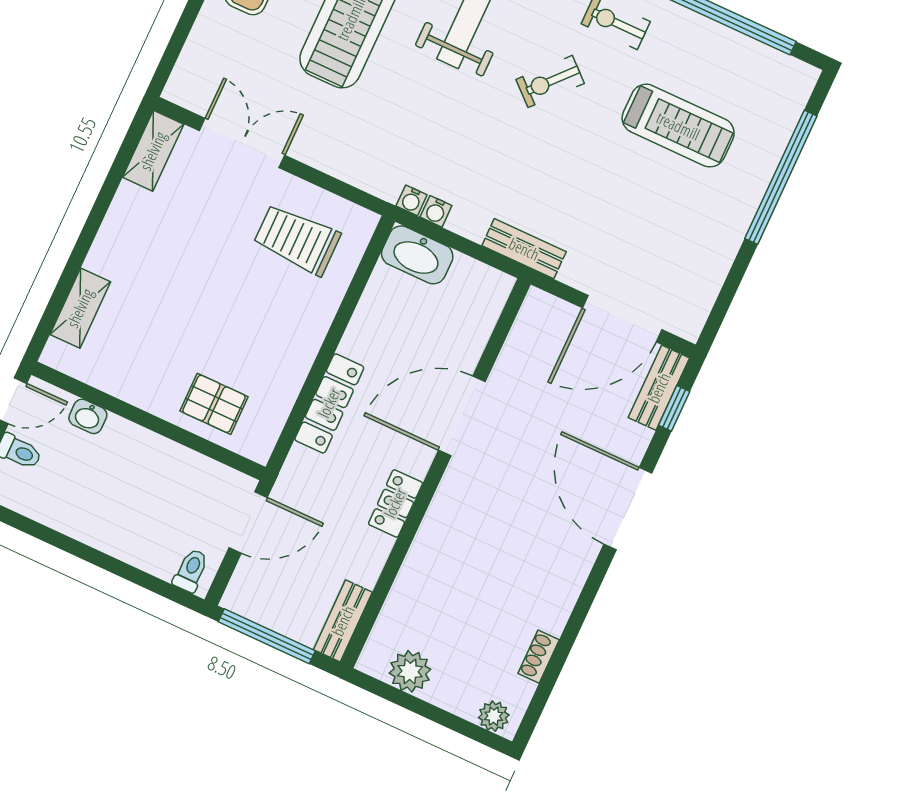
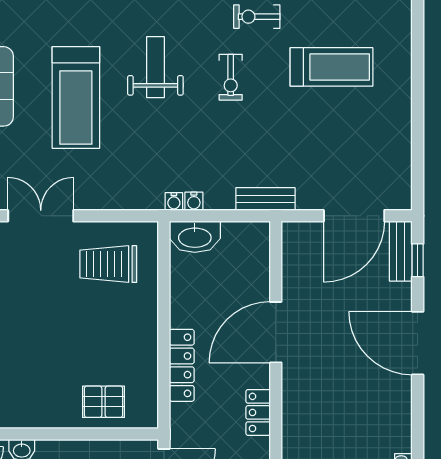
exercise bike: (550, 81) -> (231, 77), turned -42
window: (781, 177) -> (418, 70), removed

